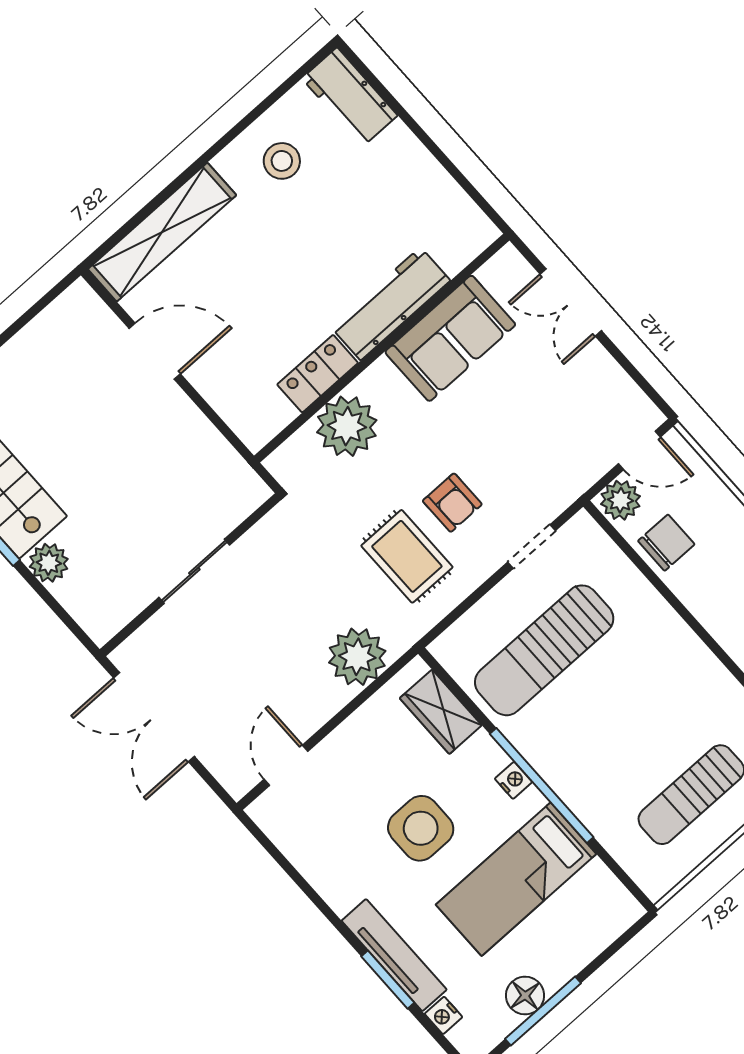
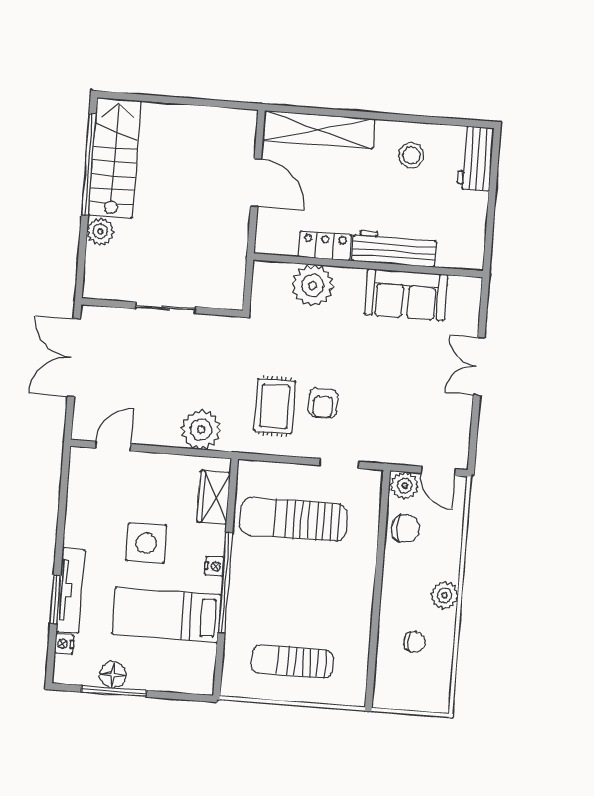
workbench: (391, 304) -> (394, 249), moved
sofa: (450, 338) -> (406, 295), moved
wall: (382, 348) -> (368, 265), moved
locker: (318, 374) -> (325, 246), moved
plant: (347, 426) -> (313, 285), moved

